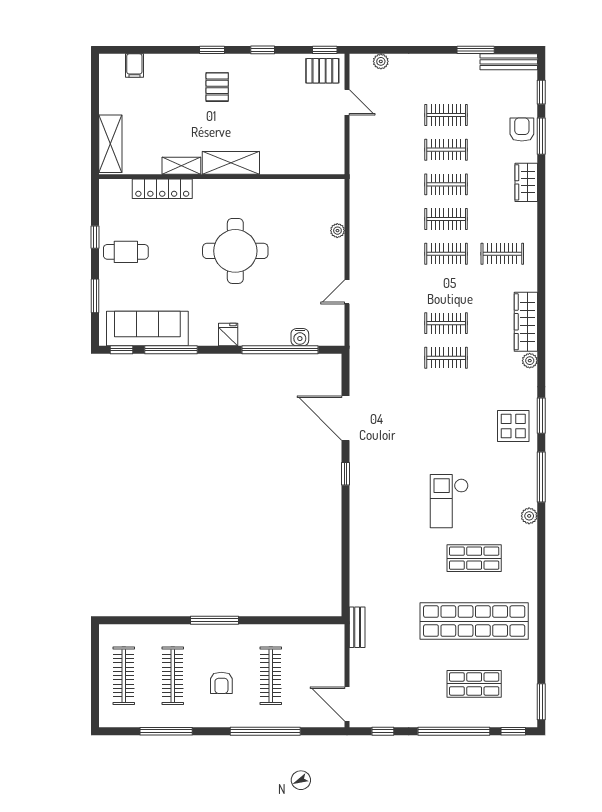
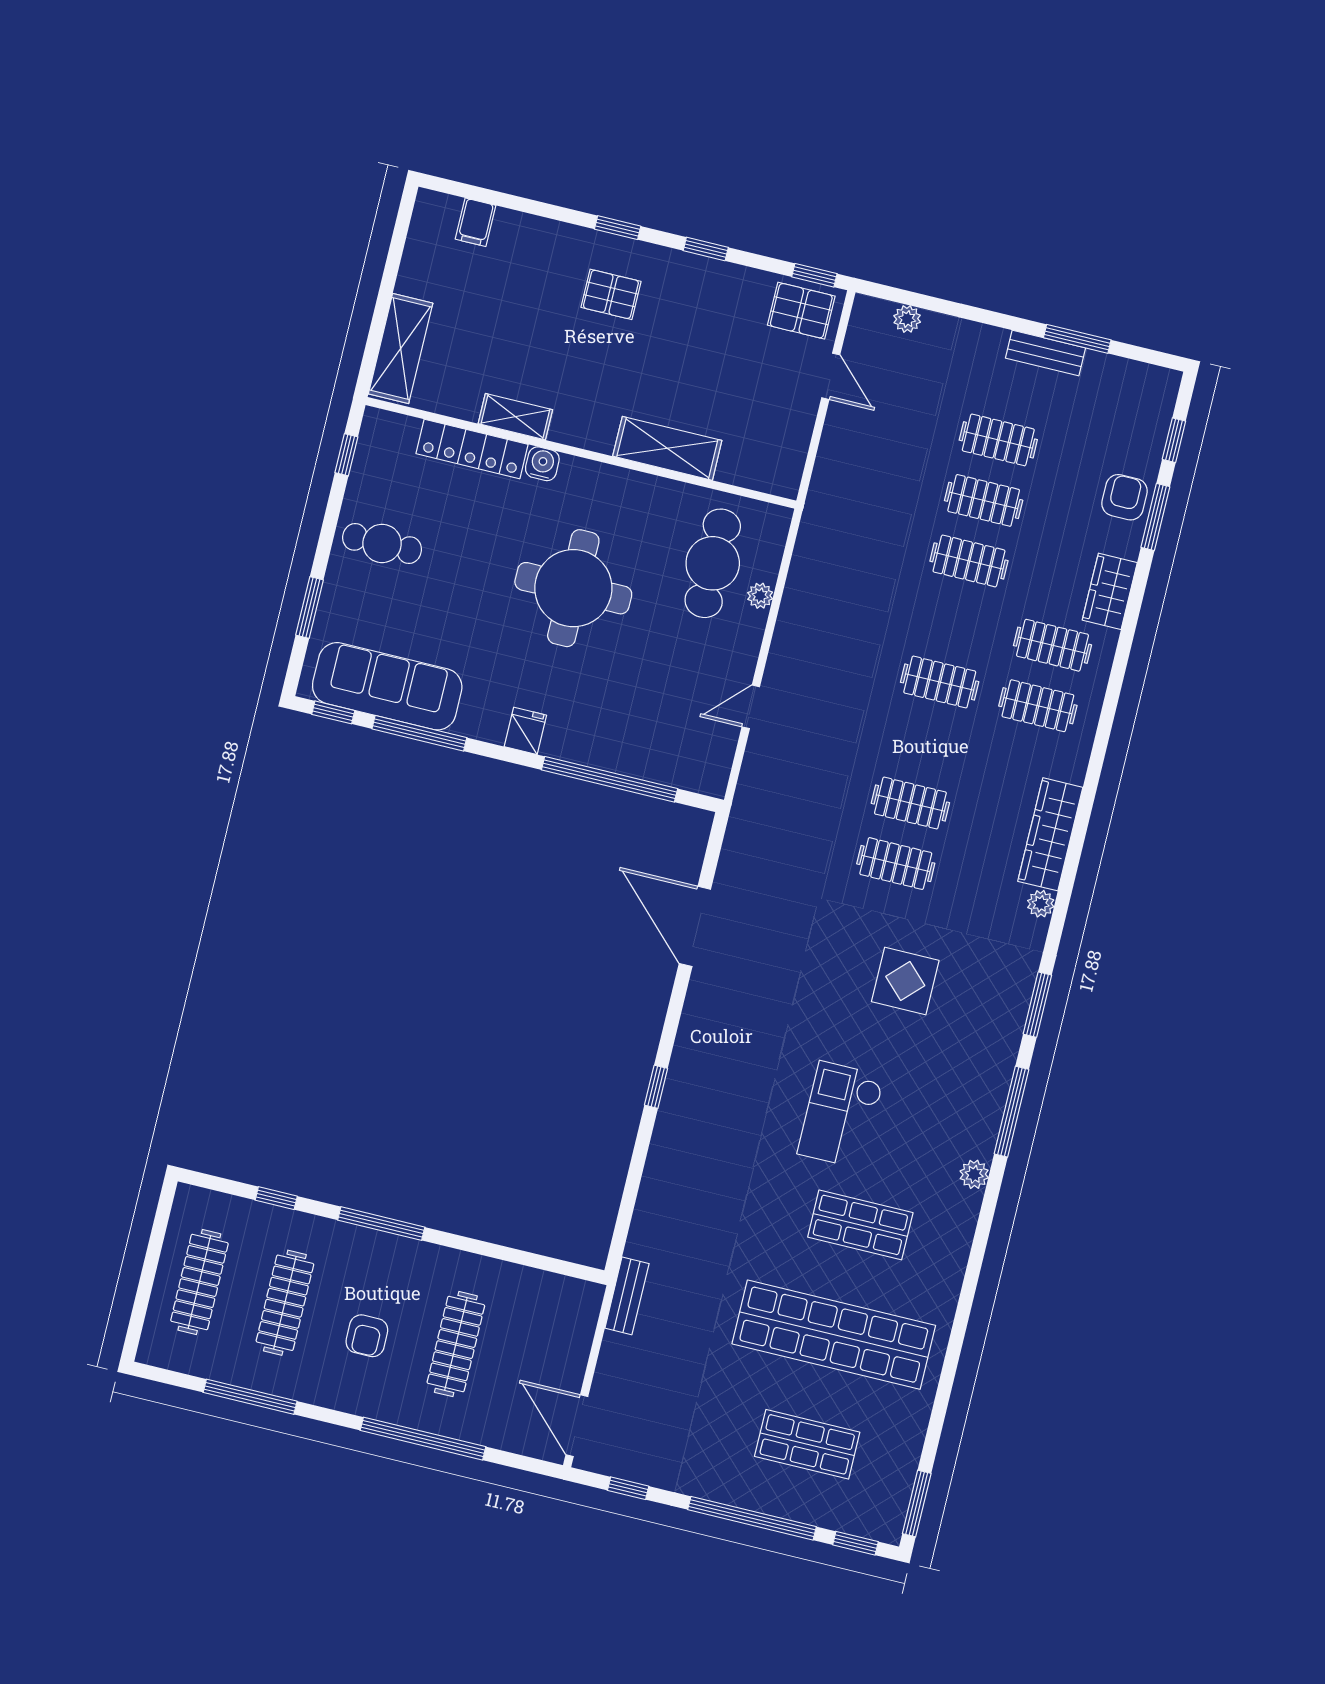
bench: (509, 62) -> (1046, 353), moved, width x0.73
pallet: (217, 87) -> (611, 294), turned 90
shelving: (231, 163) -> (667, 448), moved
cafe table: (308, 219) -> (713, 563), added
clothes rail: (446, 219) -> (1053, 645), moved
window: (95, 237) -> (346, 455), moved
water cooler: (300, 337) -> (542, 464), moved, turned 180
display table: (513, 426) -> (905, 981), moved
window: (345, 474) -> (656, 1087), moved
window: (154, 620) -> (276, 1198), added

